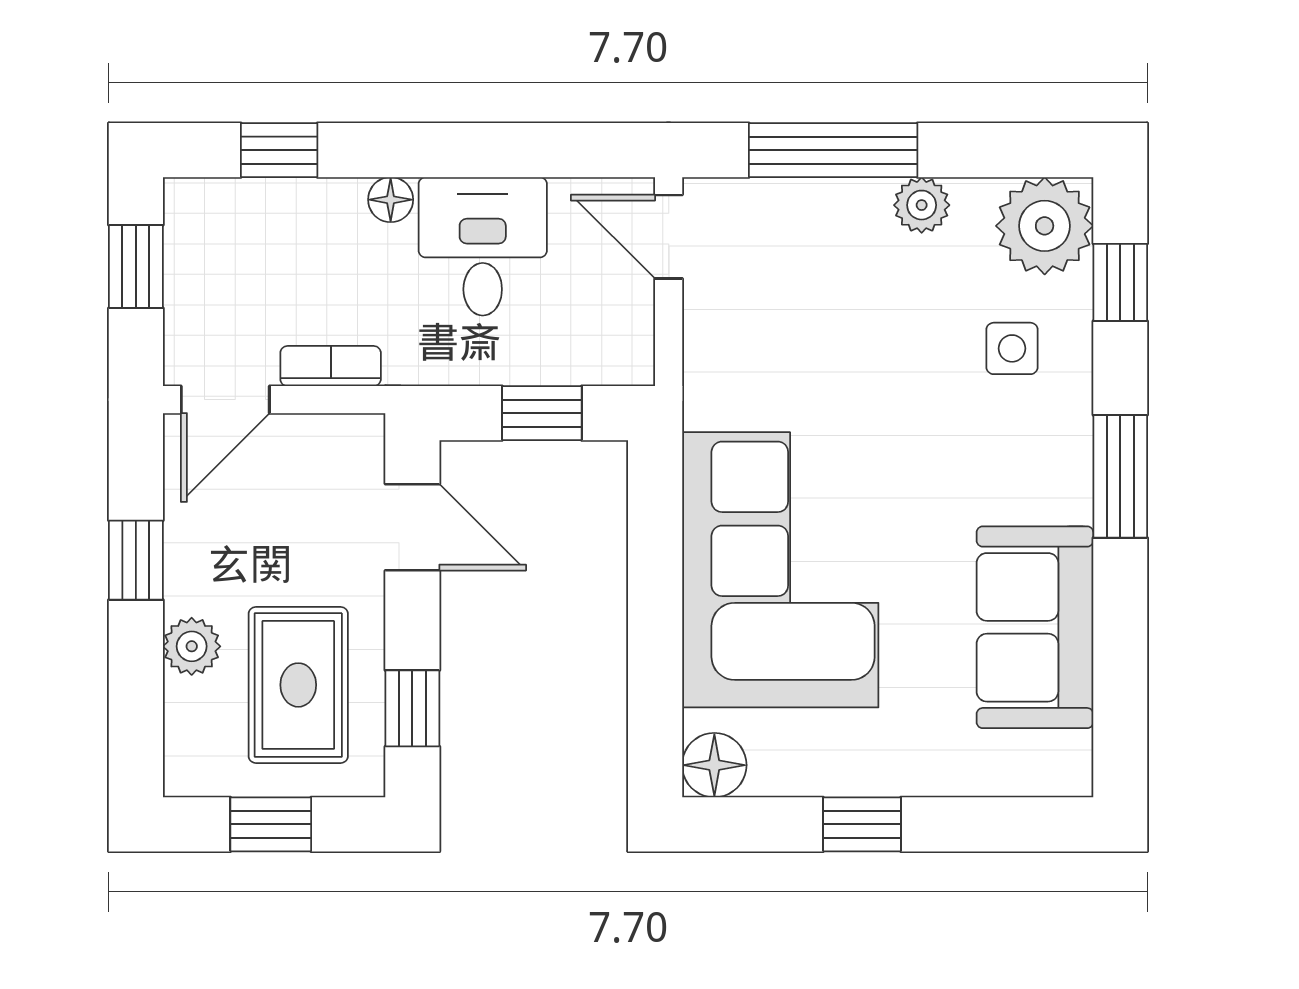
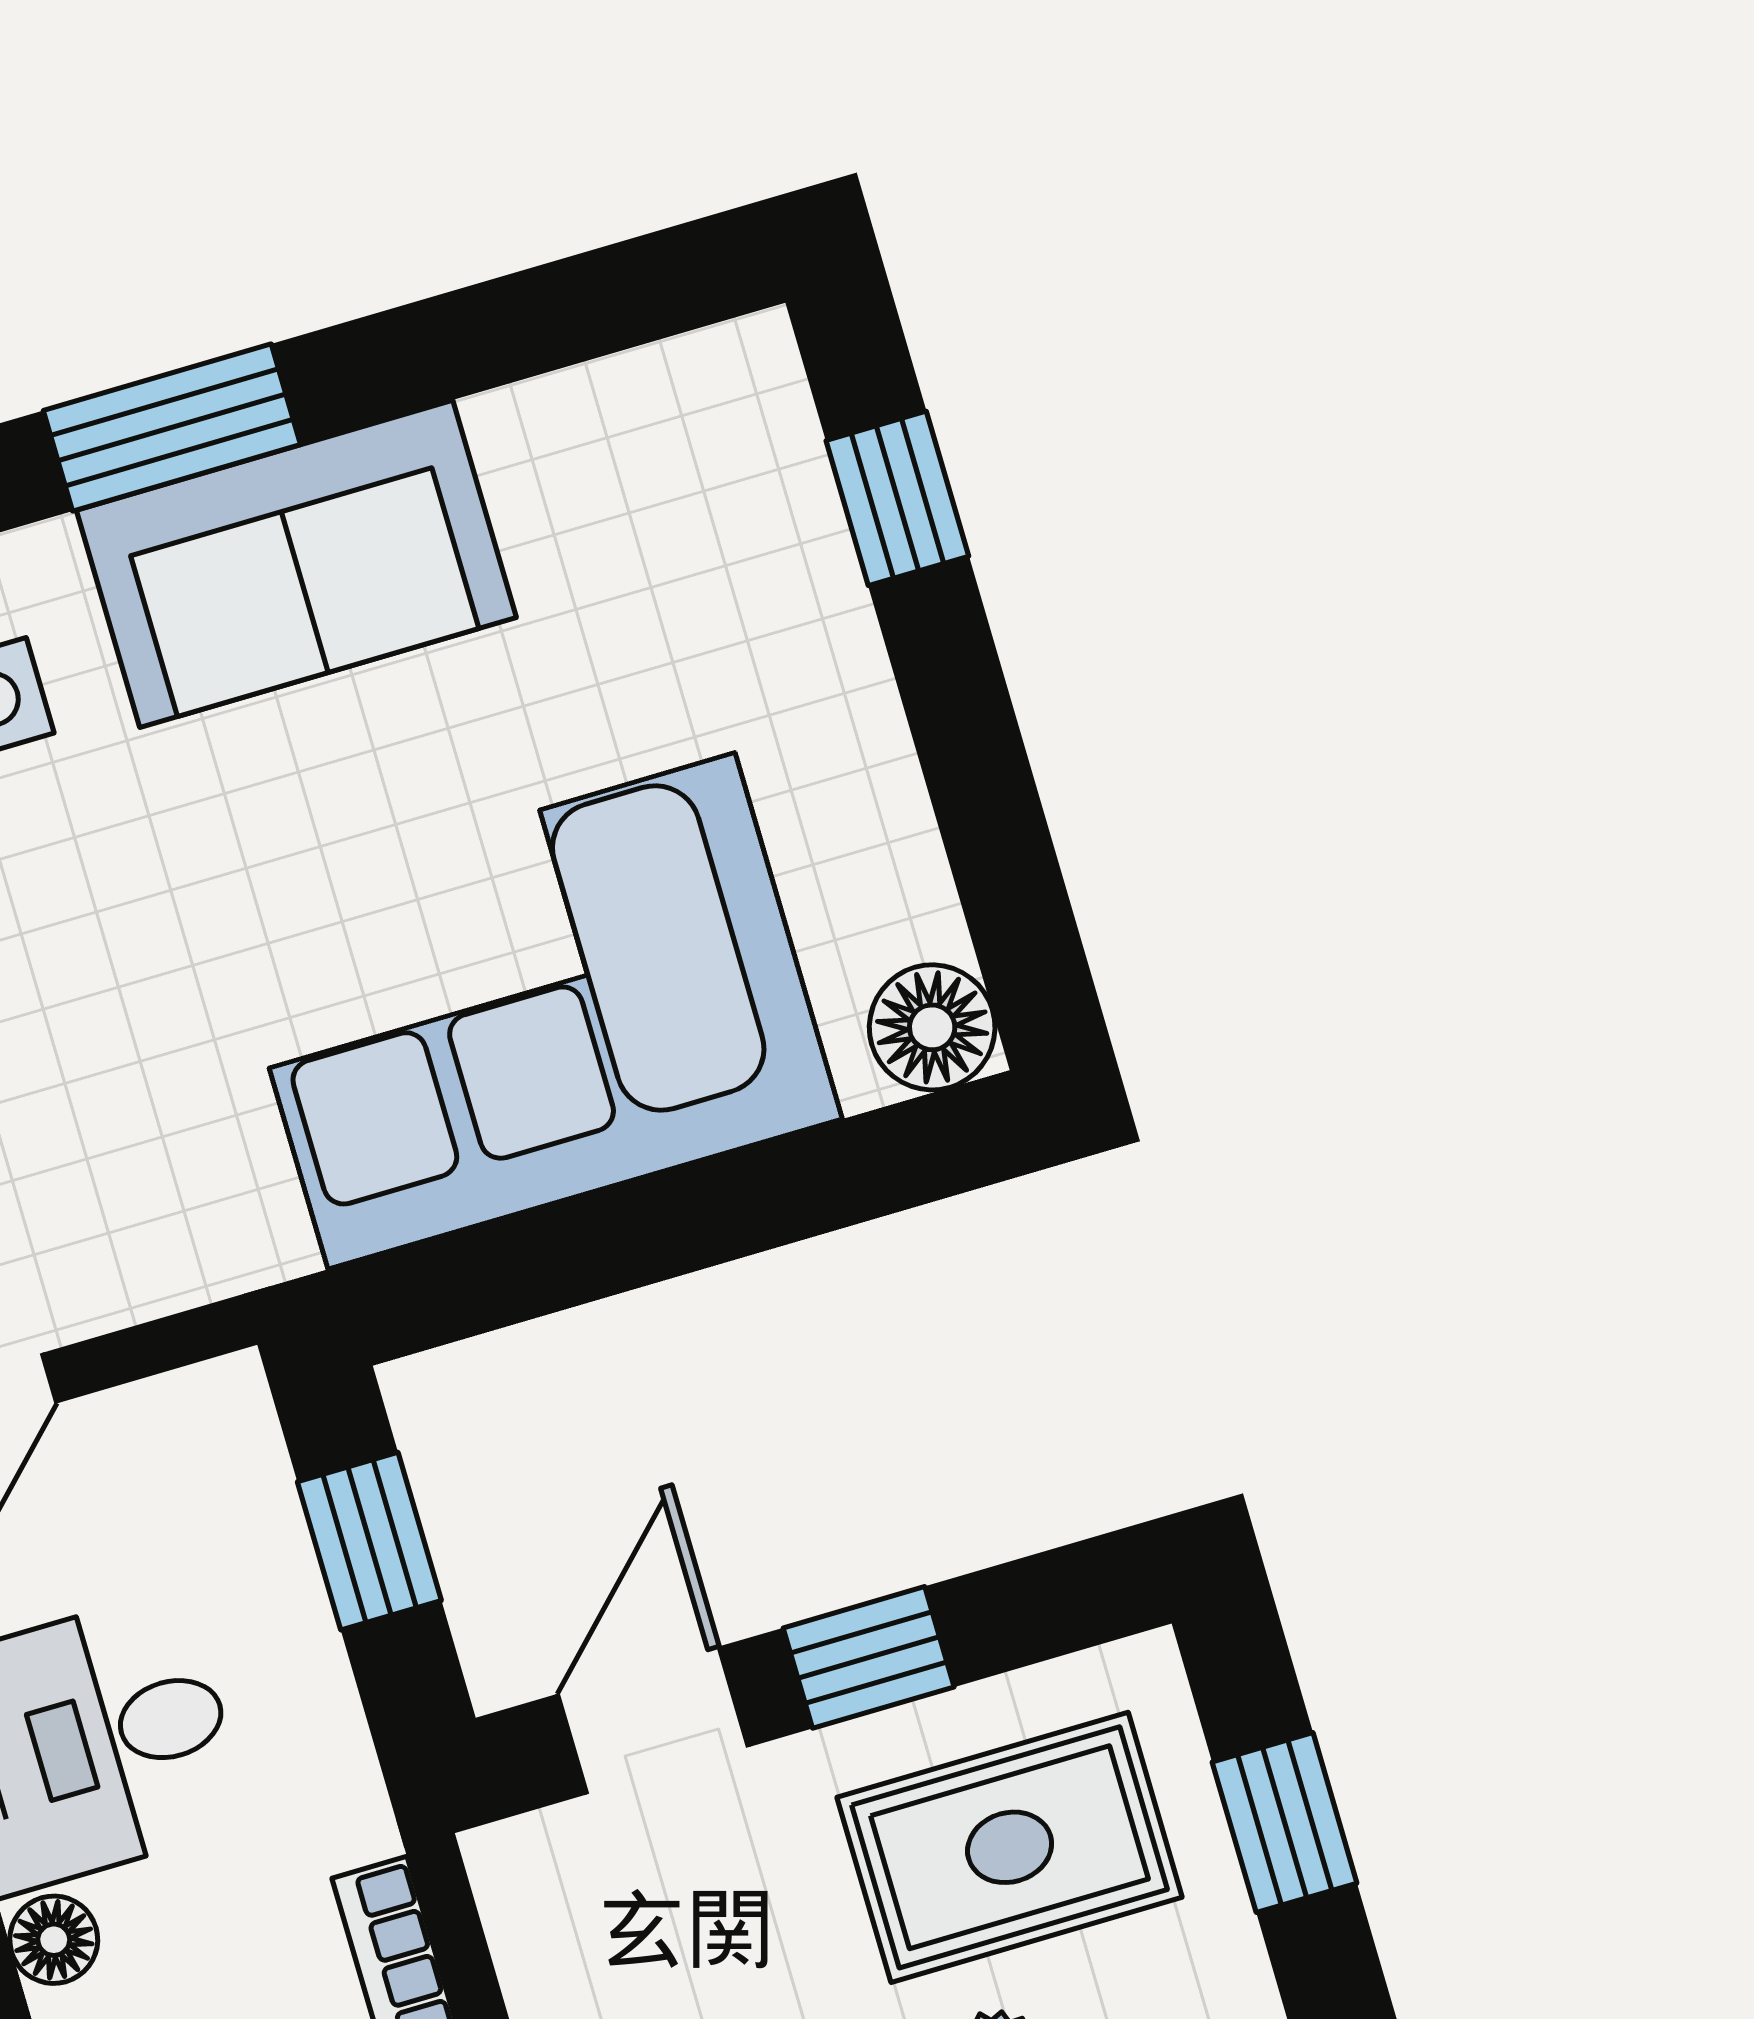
sofa: (1035, 627) -> (296, 564), moved
window: (412, 708) -> (869, 1657), moved
window: (862, 824) -> (897, 498), moved

